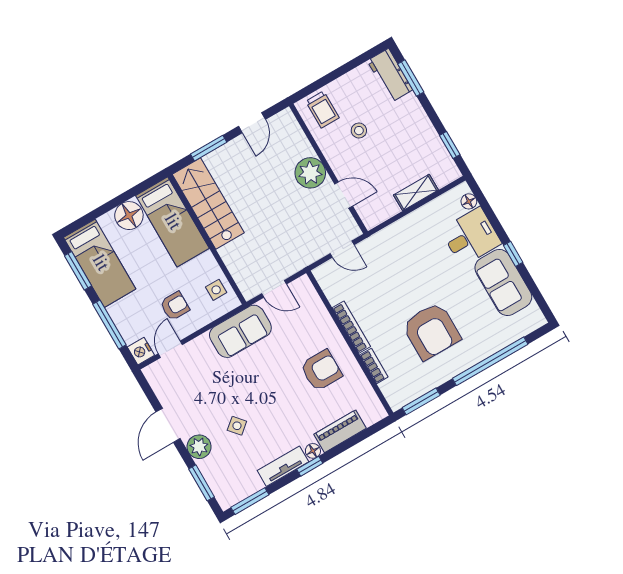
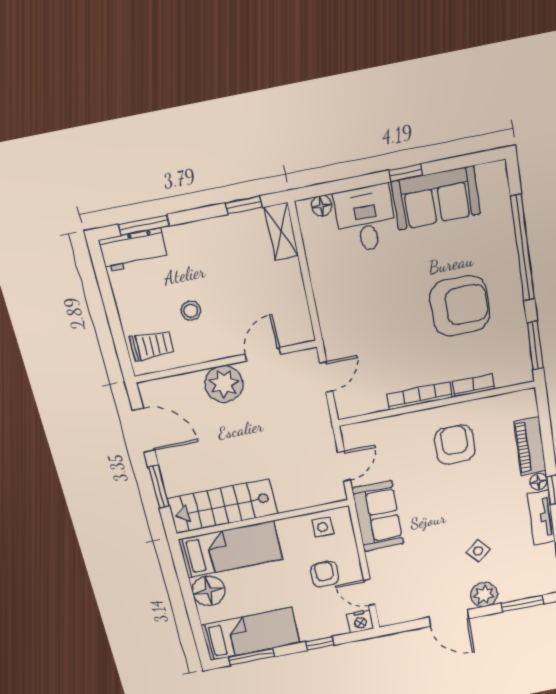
door: (252, 123) -> (144, 430), width x1.38
shelving: (416, 193) -> (281, 231), moved
window: (109, 325) -> (320, 643), width x0.46

